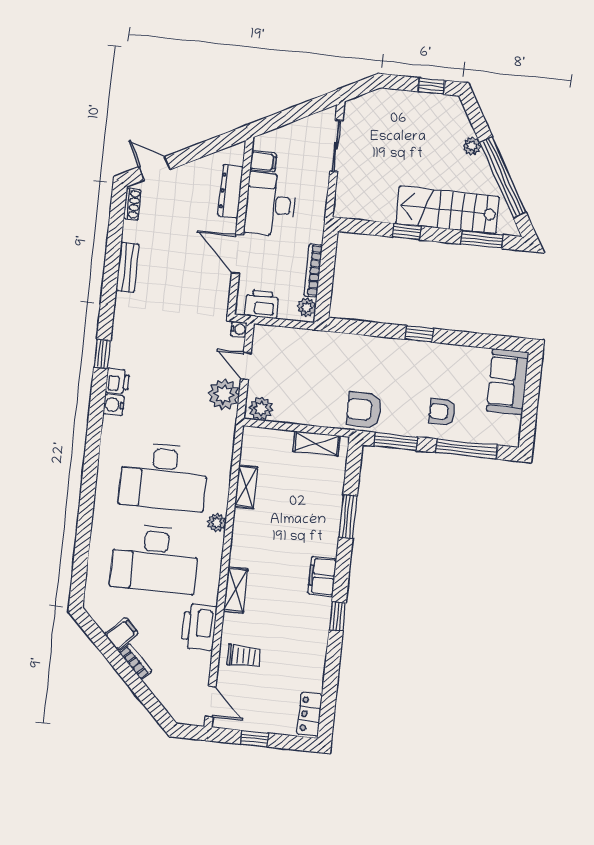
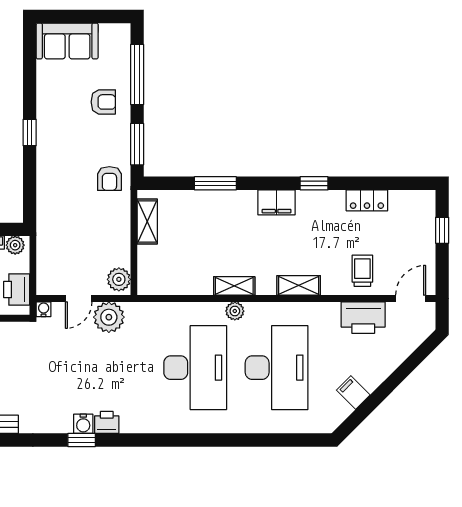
water cooler: (114, 405) -> (83, 424), moved
armchair: (364, 410) -> (109, 179), width x0.72, depth x0.72
armchair: (442, 412) -> (103, 102), turned -90
shelving: (246, 487) -> (234, 286), moved
printer: (199, 627) -> (363, 318), moved
bookcase: (135, 661) -> (379, 376), removed
locker: (310, 714) -> (367, 200), moved
window: (255, 739) -> (442, 230), moved

